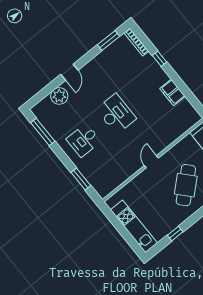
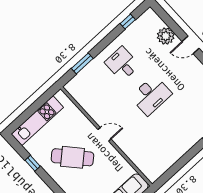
filing cabinet: (172, 92) -> (177, 151), removed
window: (43, 132) -> (128, 22), width x0.46
cafe table: (186, 185) -> (72, 157), moved

